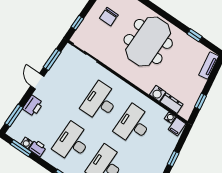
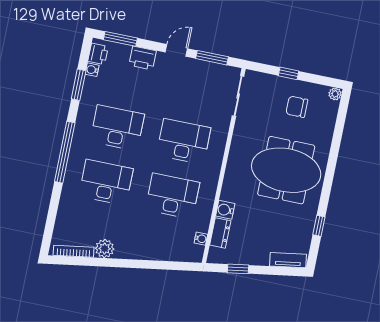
window: (77, 23) -> (288, 73), moved
filing cabinet: (177, 127) -> (193, 252), removed
window: (21, 148) -> (79, 85), moved
printer: (38, 148) -> (98, 54), moved
window: (173, 159) -> (150, 265), removed

